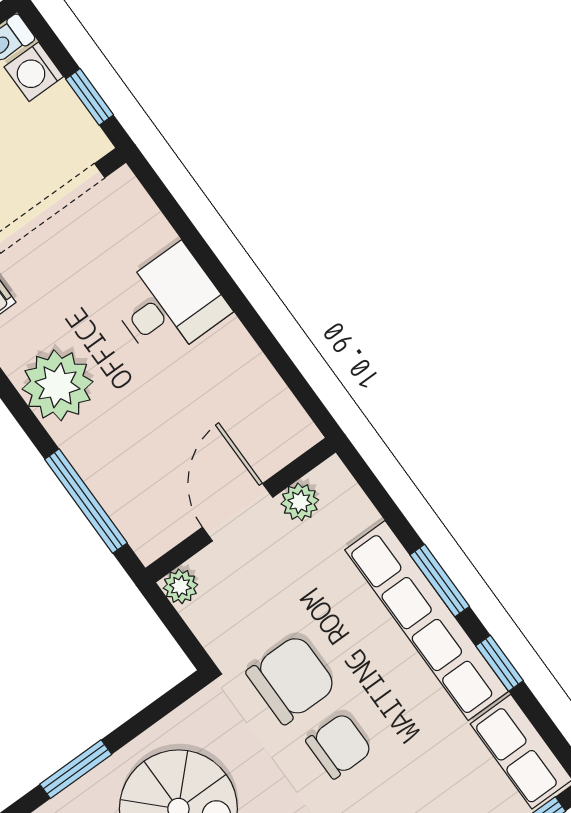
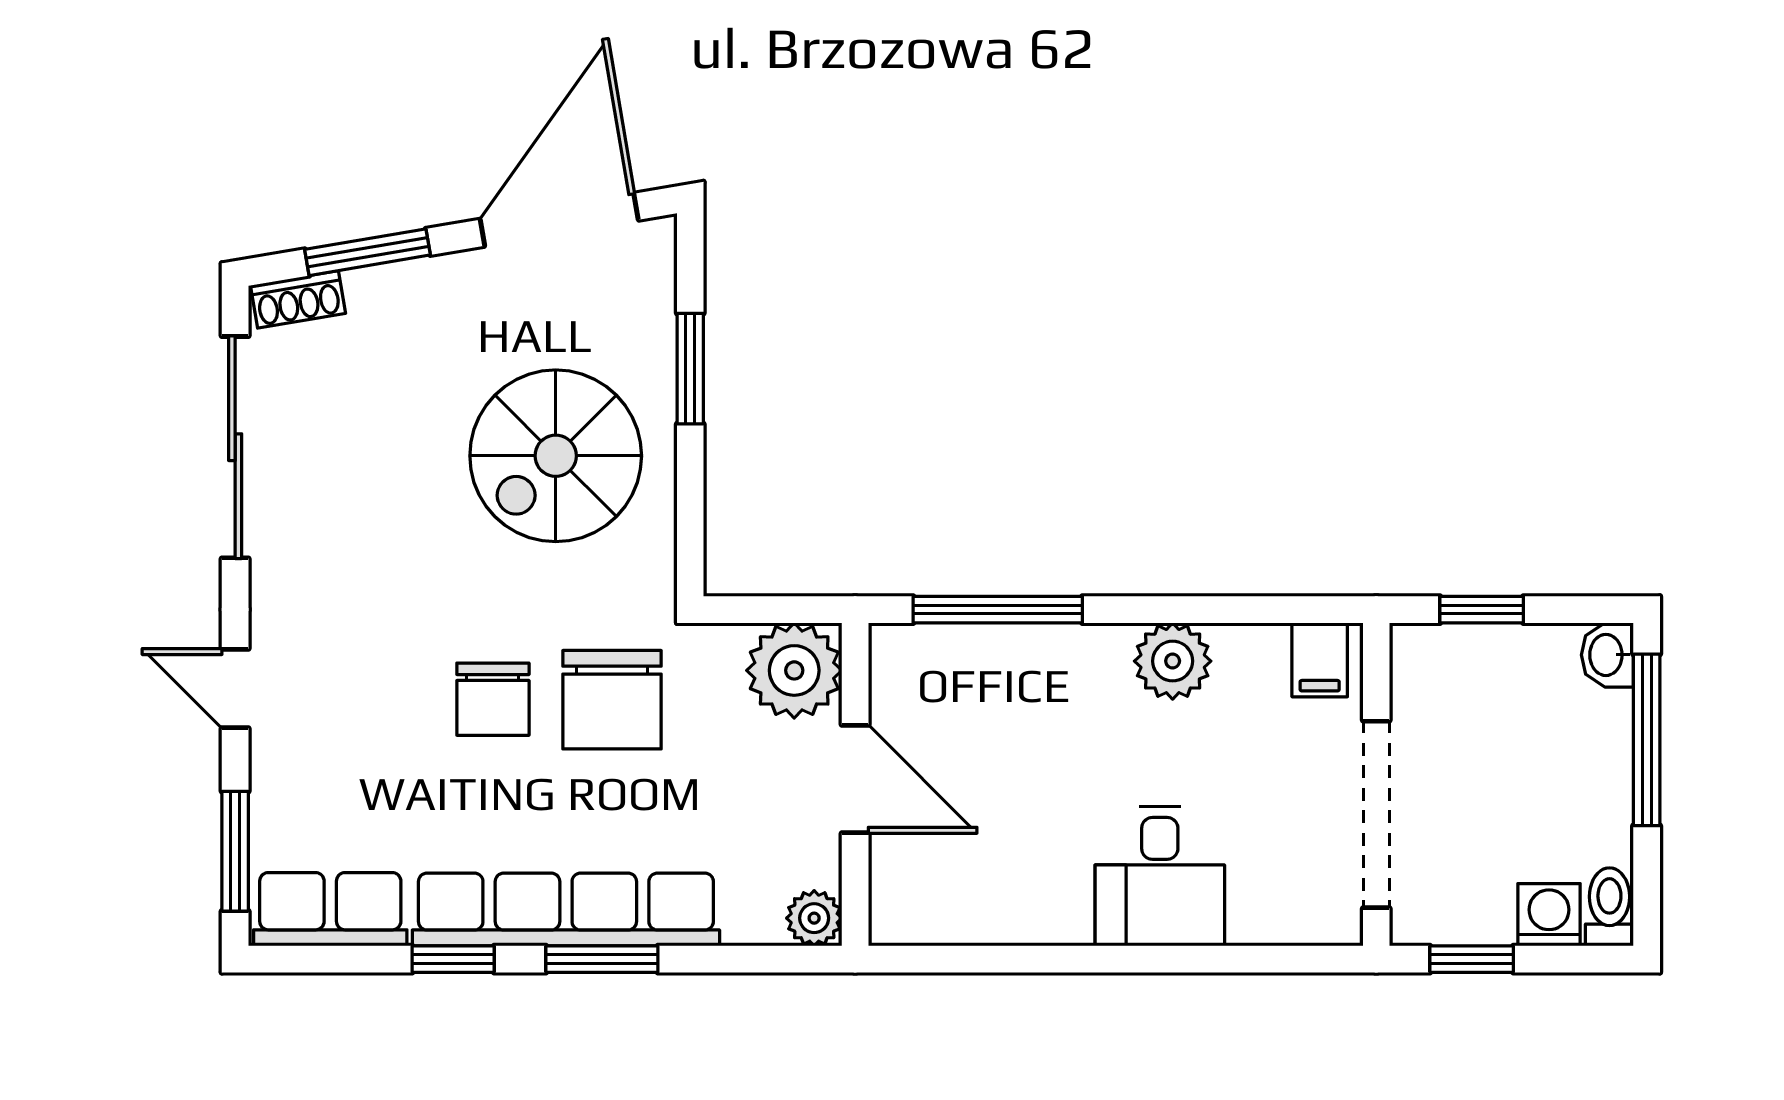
plant: (58, 385) -> (1173, 661), width x0.73, depth x0.73
plant: (300, 502) -> (814, 918), moved
plant: (180, 586) -> (794, 670), width x1.88, depth x1.88

